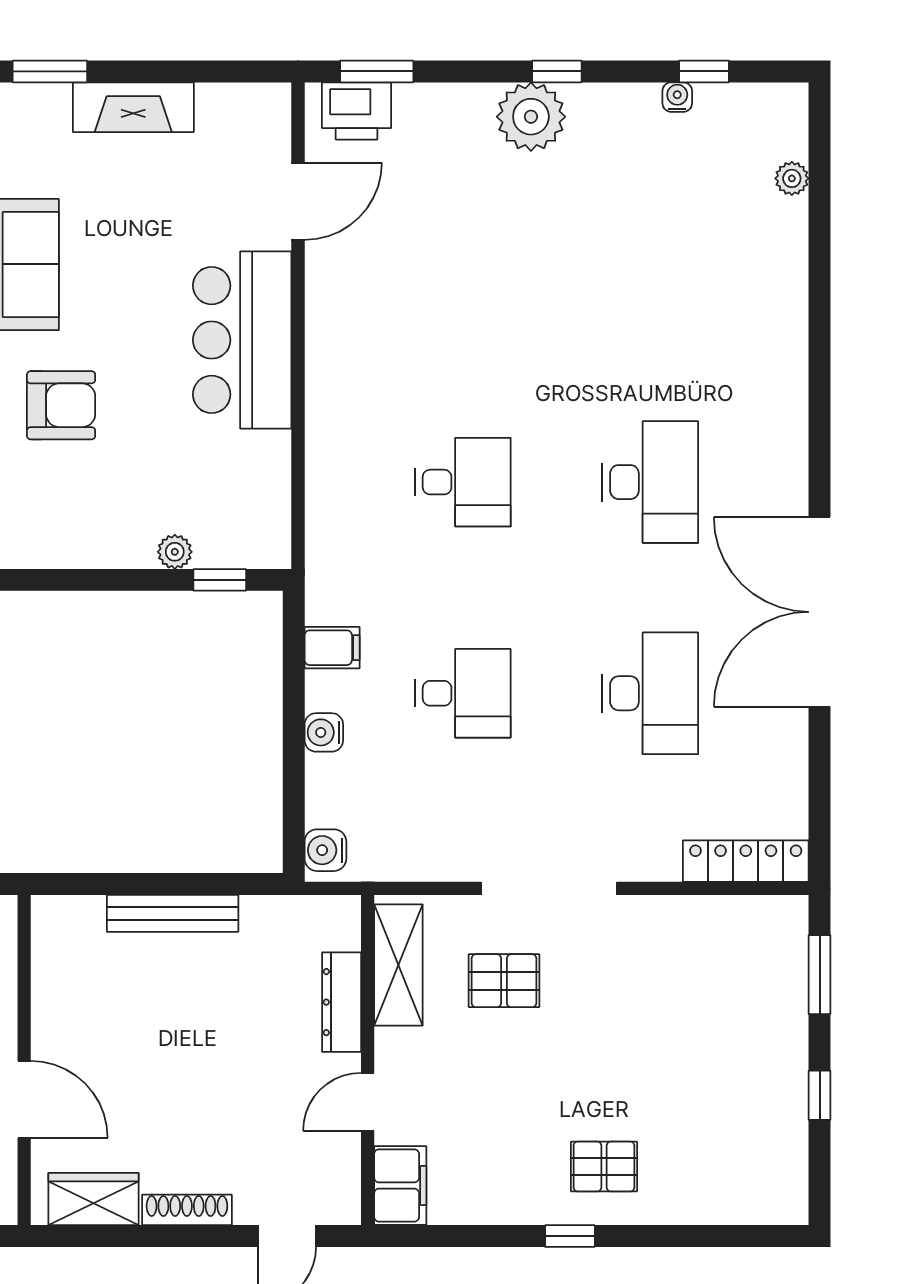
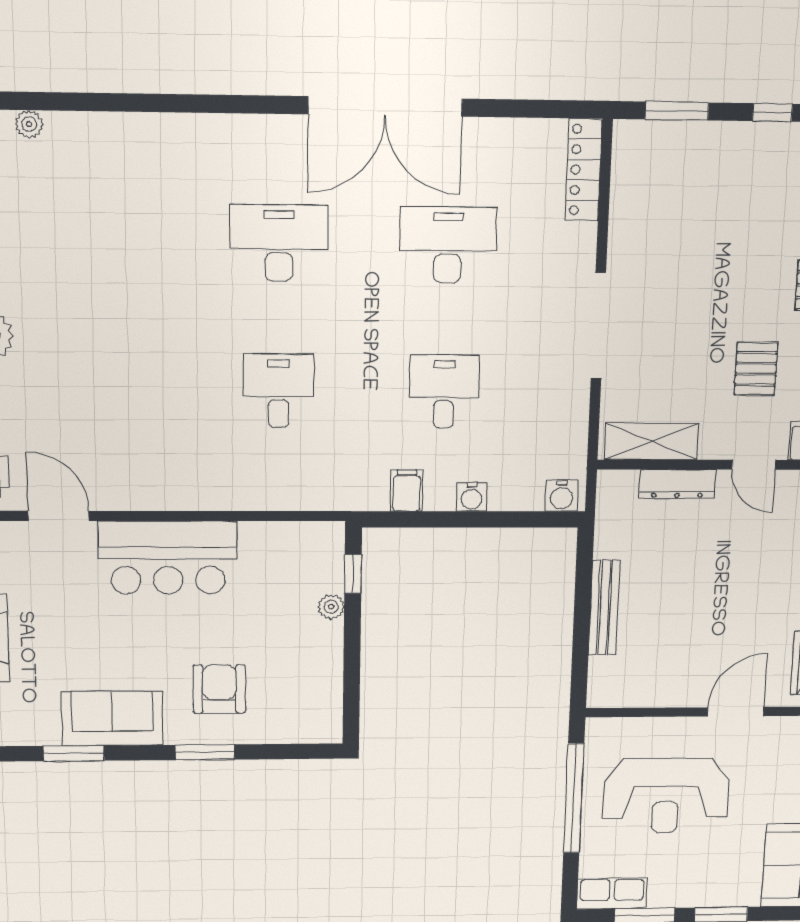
pallet: (504, 981) -> (756, 369), moved

